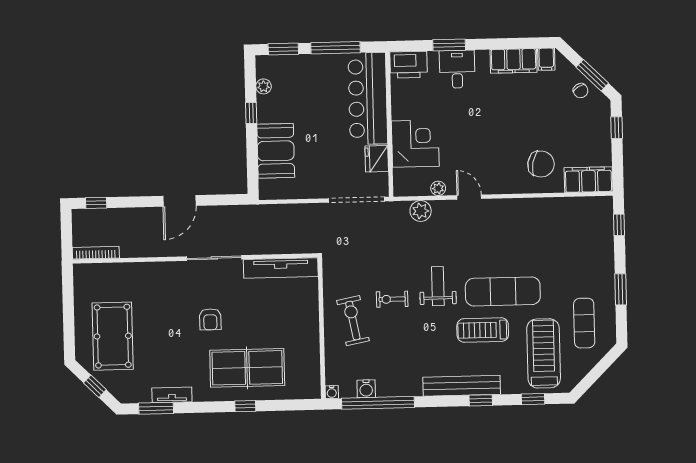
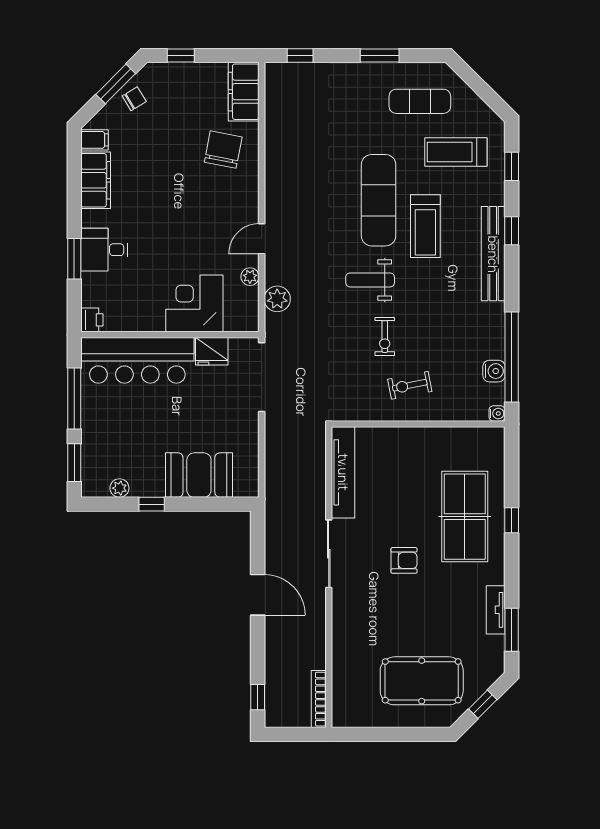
printer: (409, 65) -> (92, 320), width x0.53, depth x0.68
exercise bike: (353, 321) -> (410, 385), width x0.73, depth x0.72
treadmill: (544, 353) -> (456, 152), width x0.73, depth x0.73

